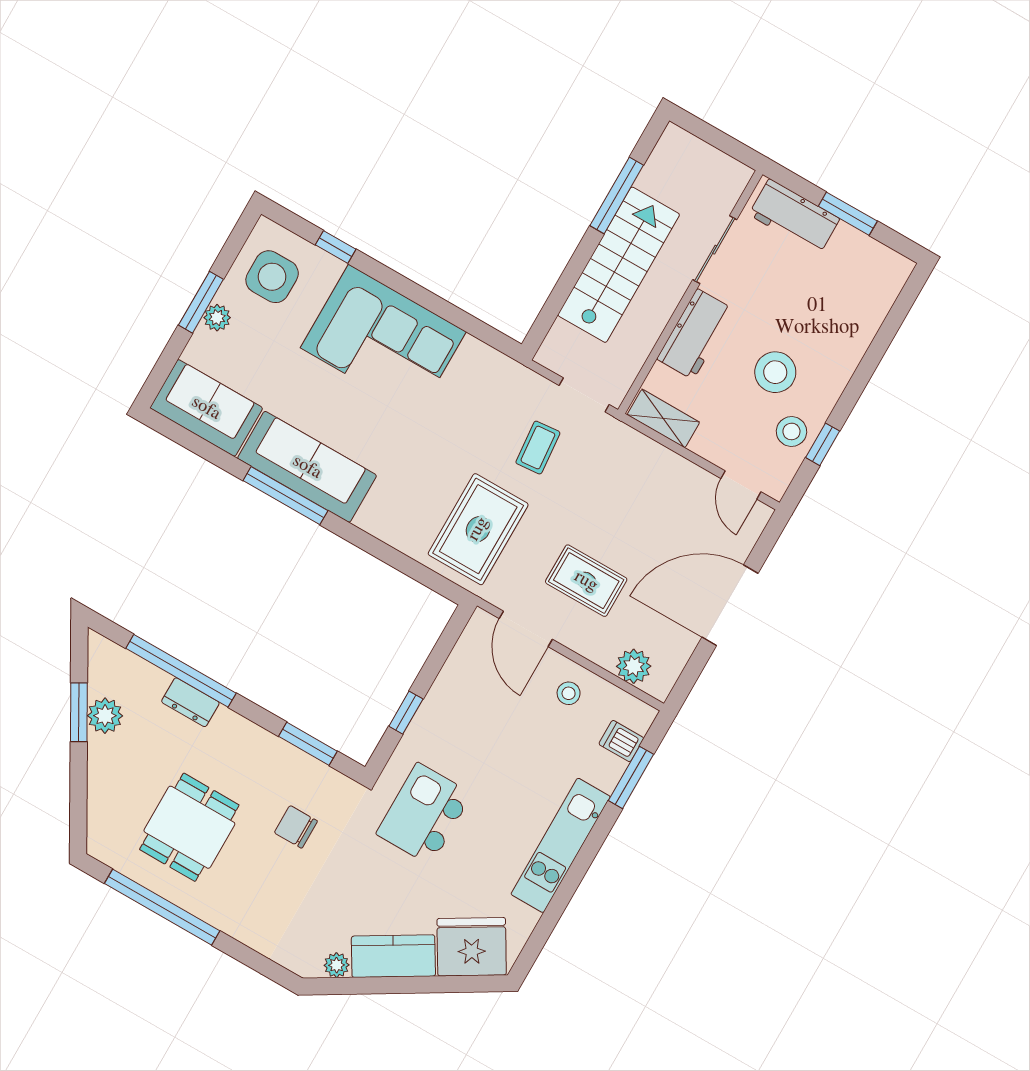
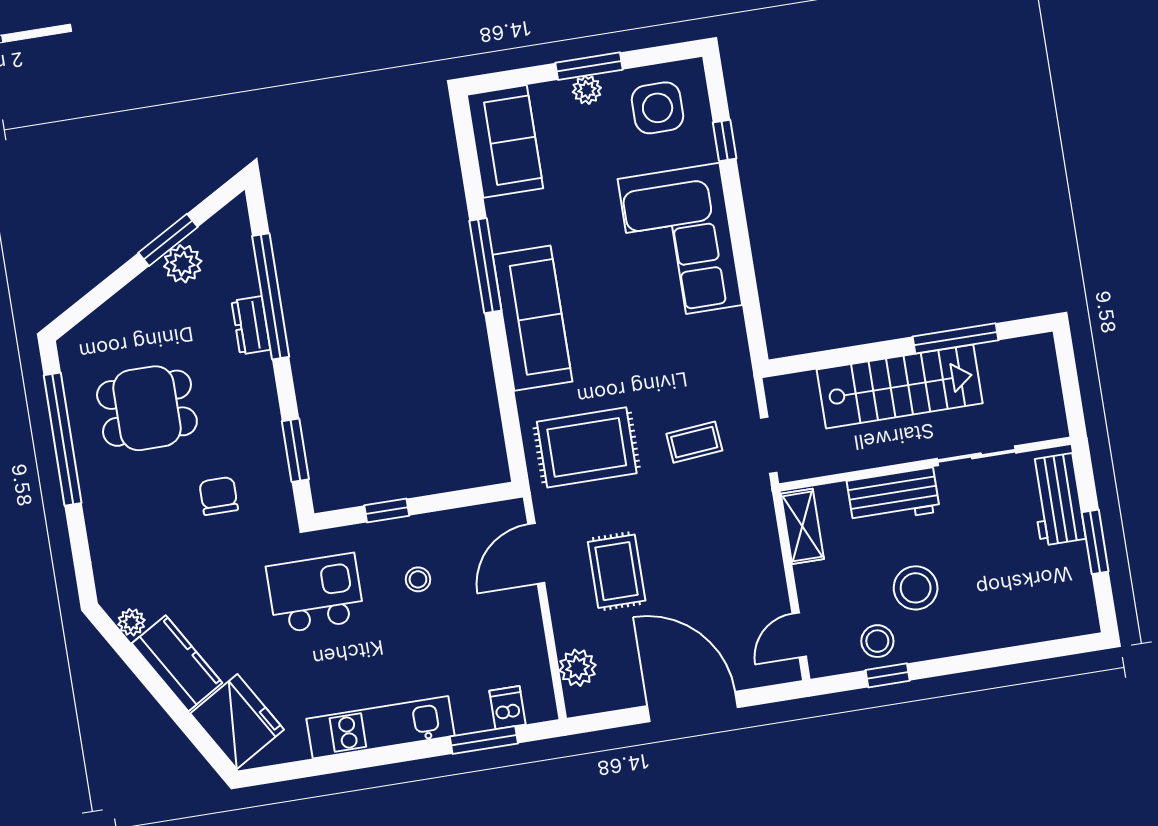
sofa: (307, 467) -> (532, 318), moved
stool: (569, 693) -> (418, 579), moved

